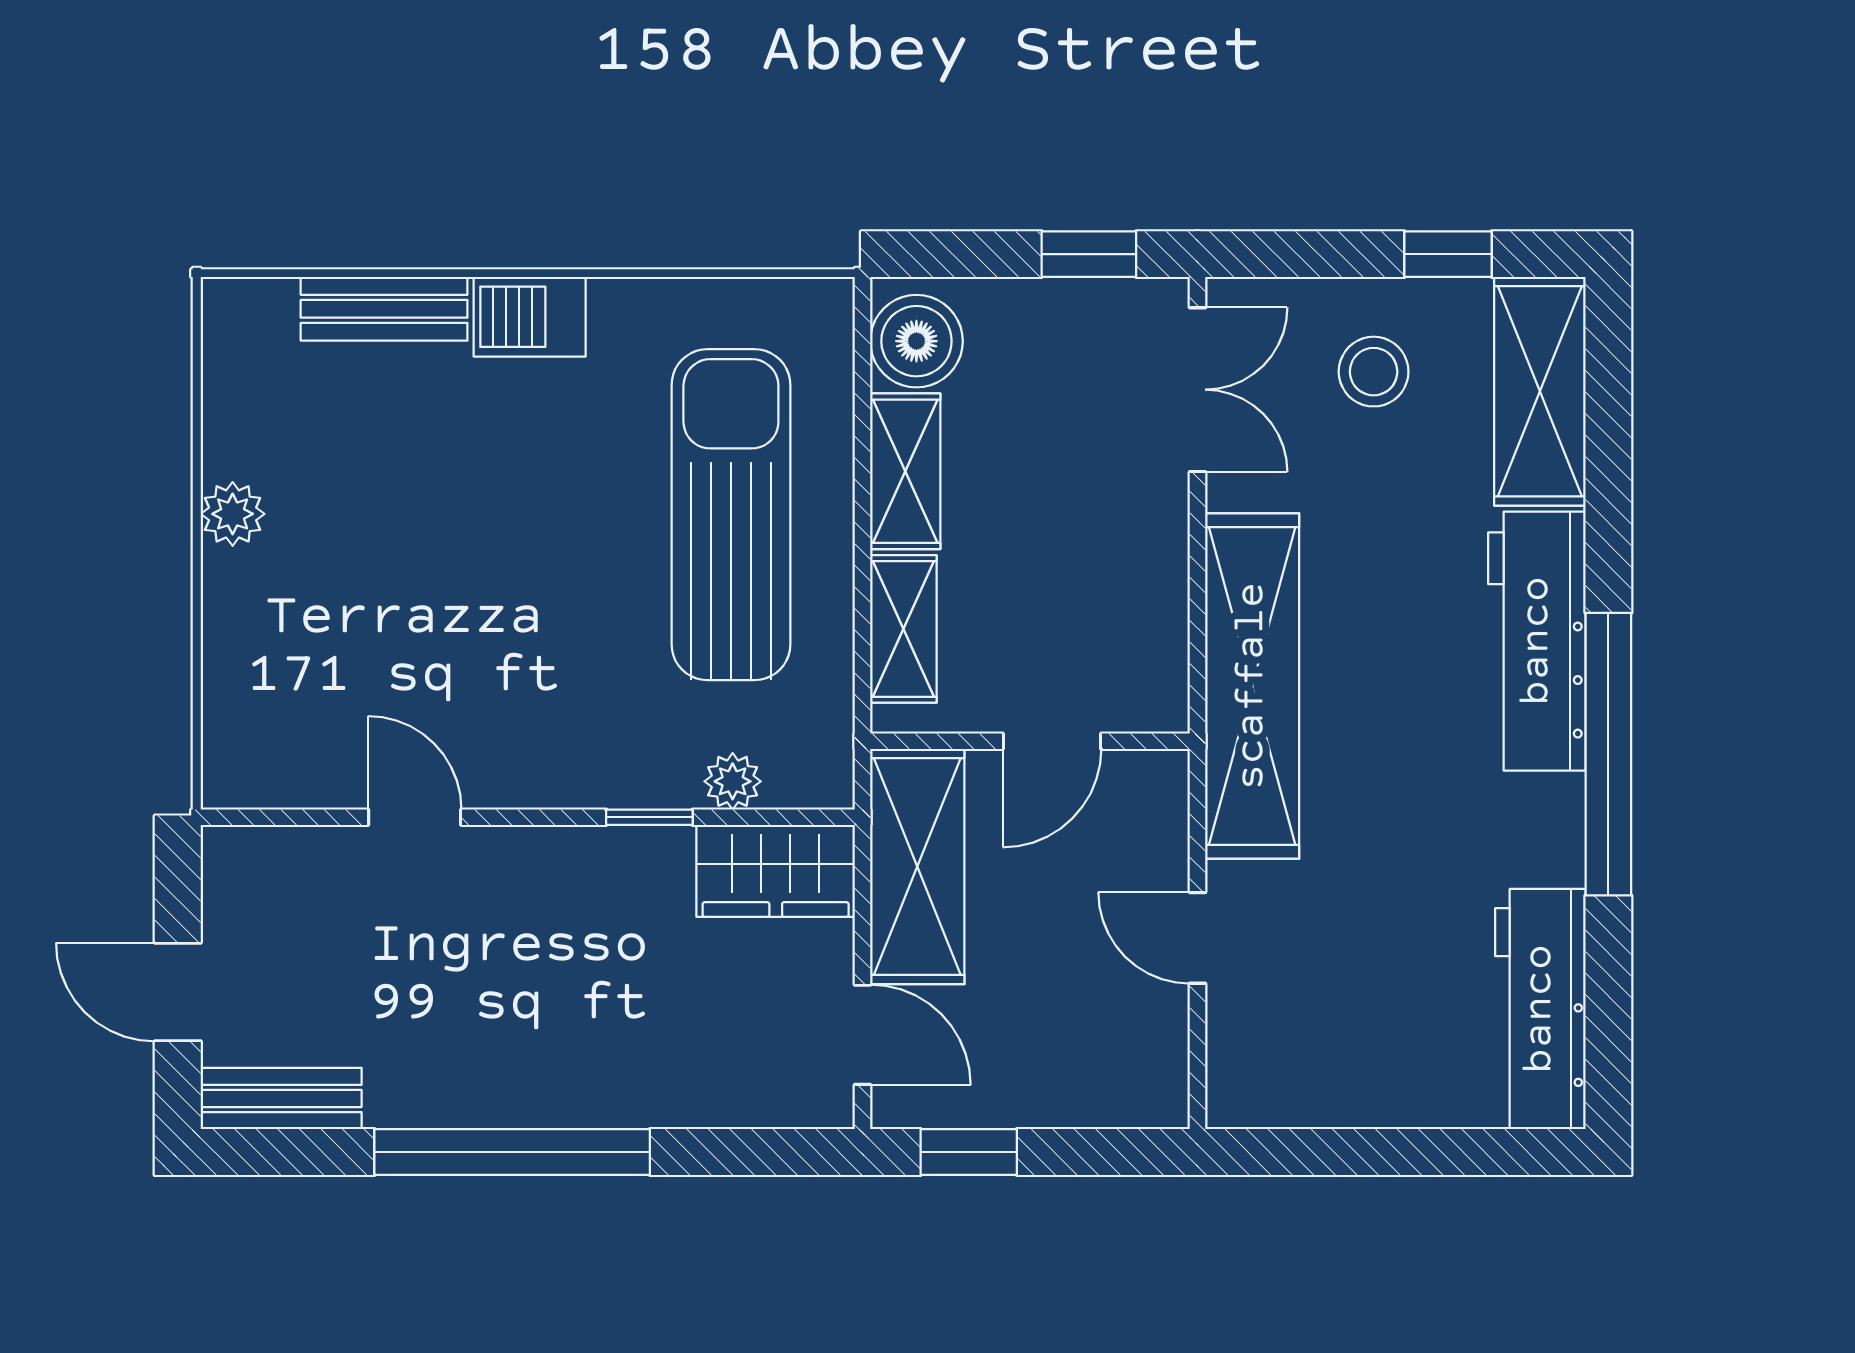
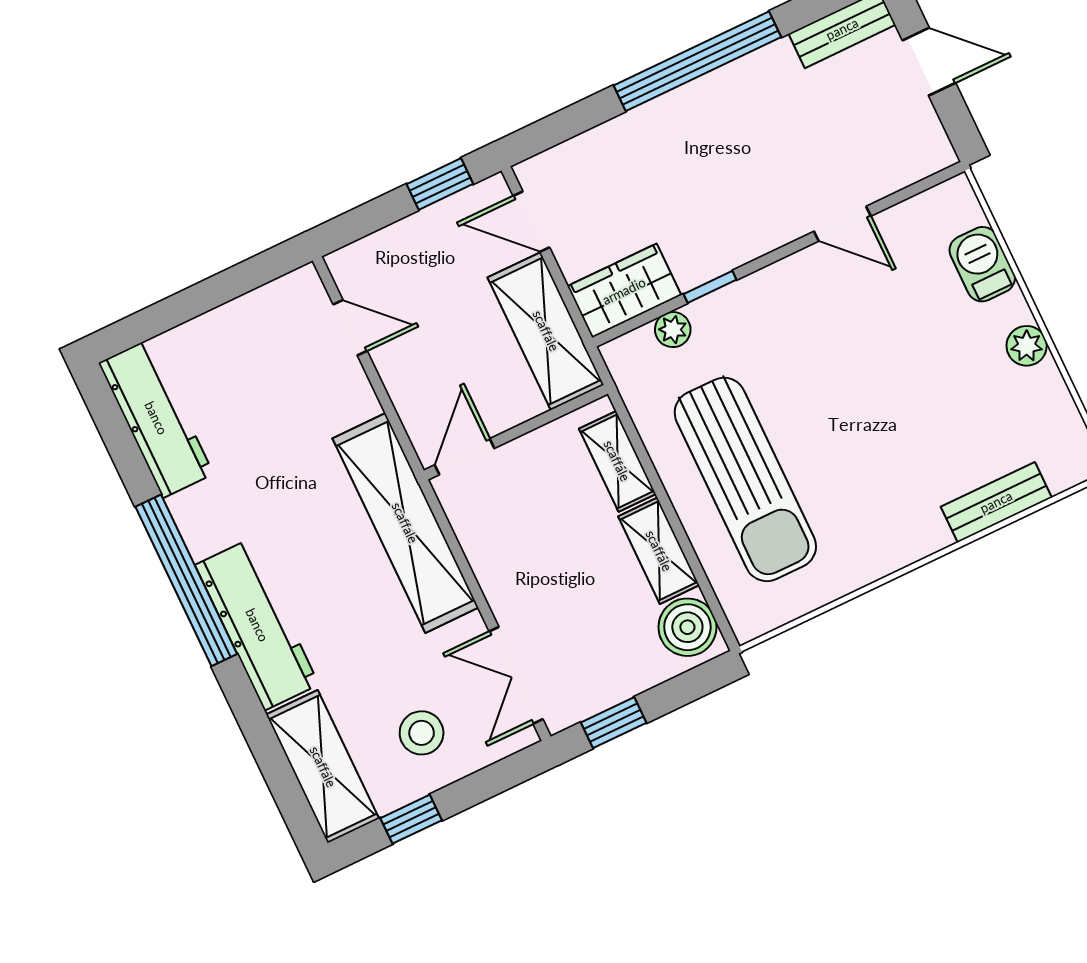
barbecue: (530, 317) -> (982, 264), moved, turned -90
door: (1052, 741) -> (465, 457), moved
door: (1197, 938) -> (350, 328), moved

